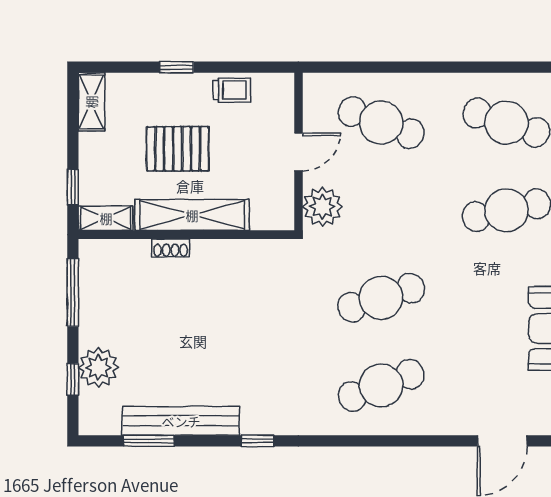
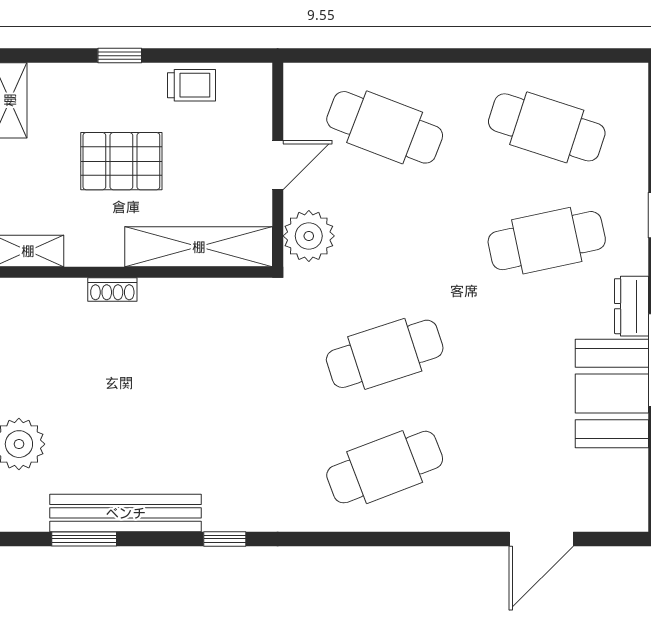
shelving: (192, 215) -> (199, 247), moved

